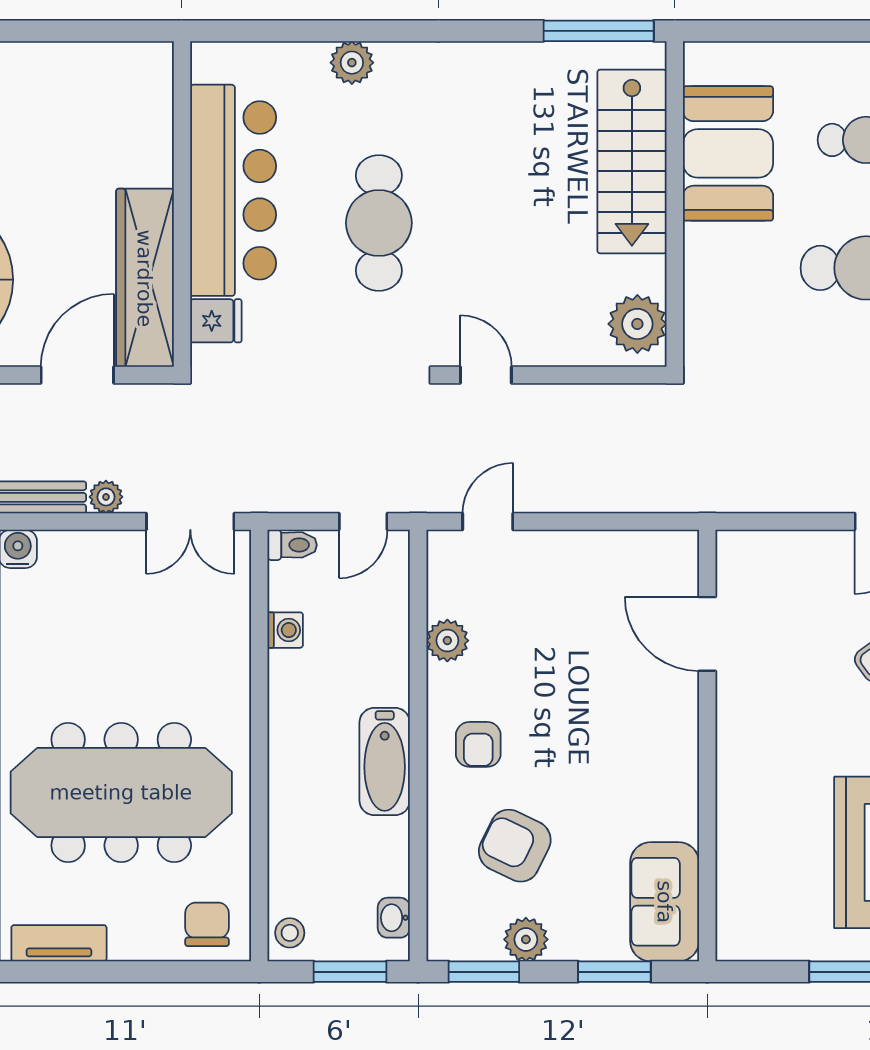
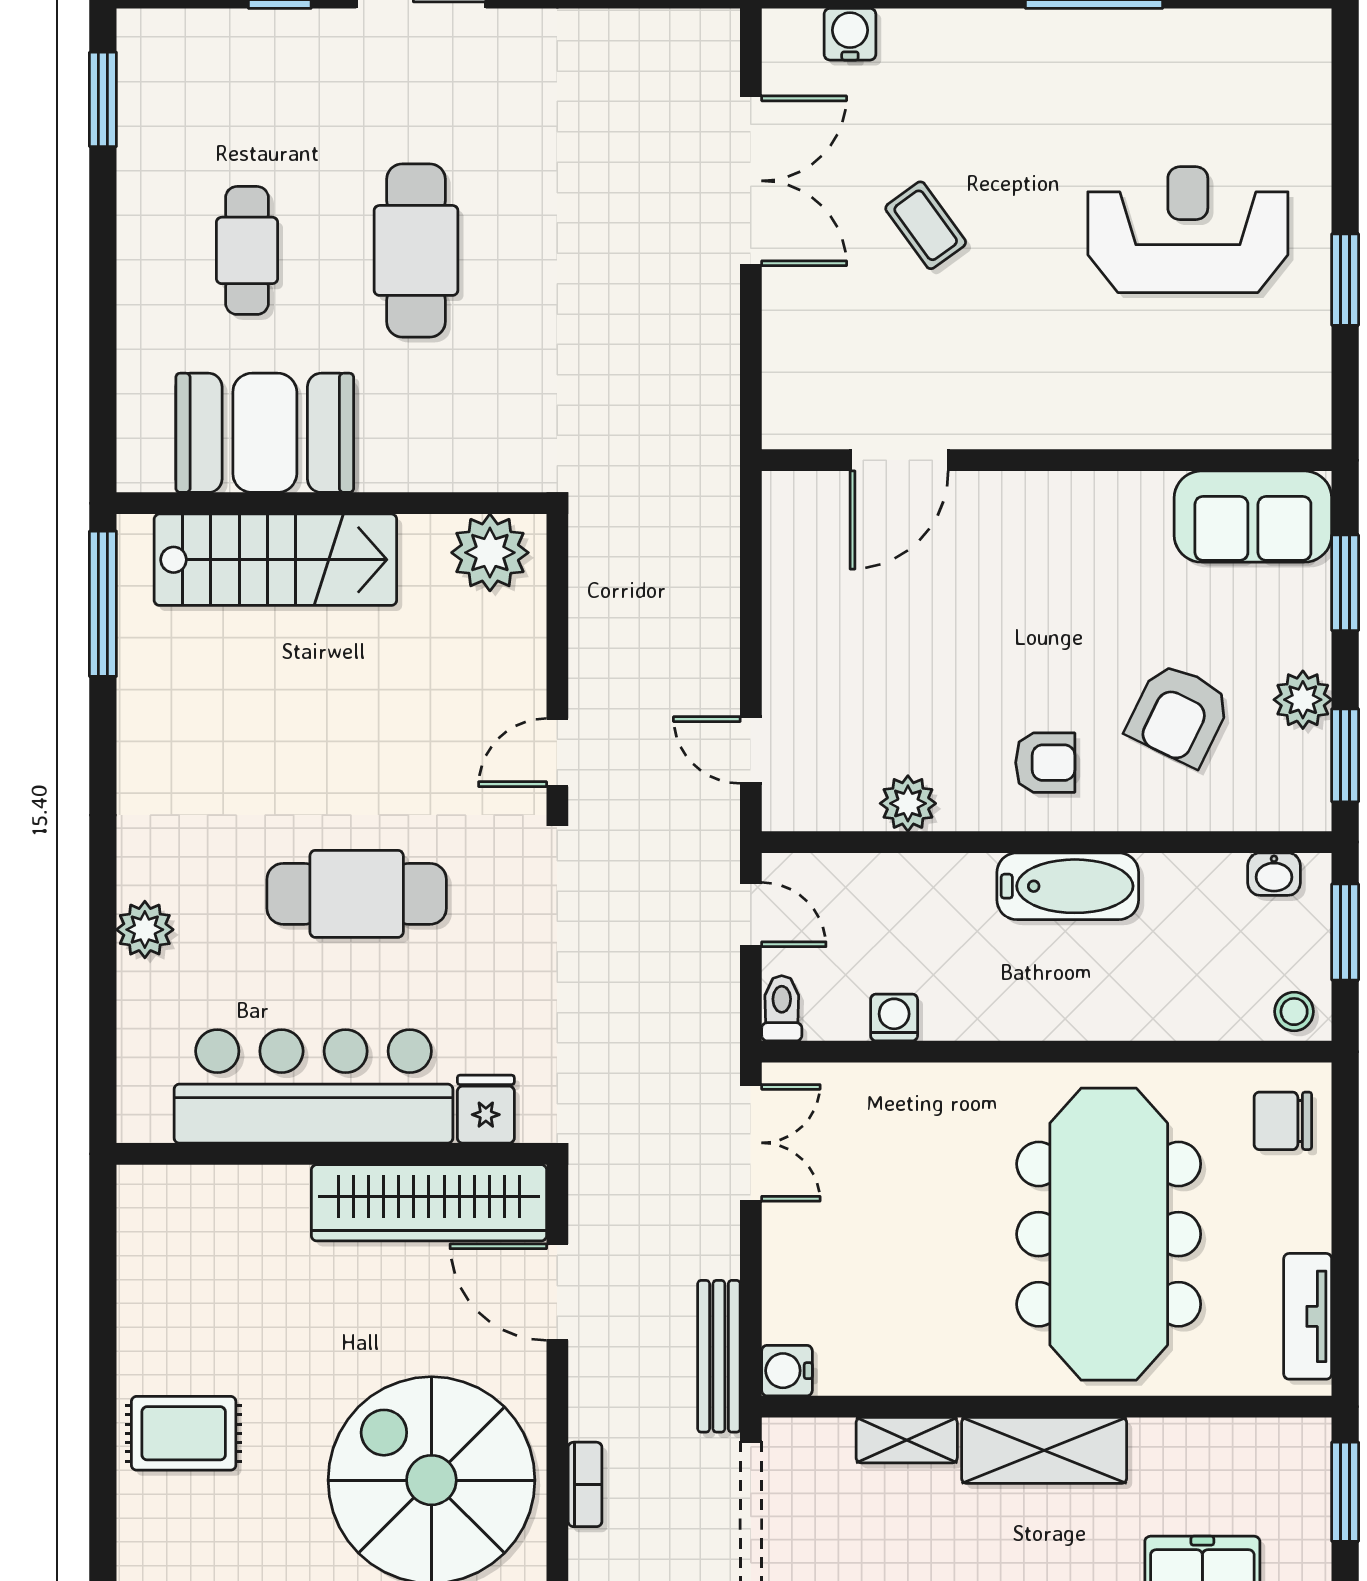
plant: (106, 497) -> (718, 1254), removed

